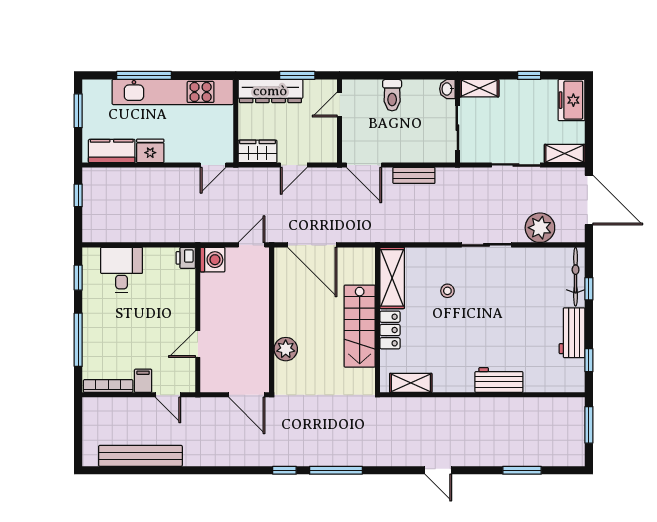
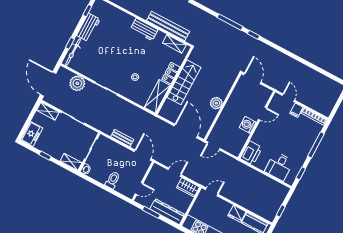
printer: (186, 258) -> (251, 153), width x1.87, depth x1.48
washing machine: (212, 260) -> (248, 125), moved
plant: (286, 349) -> (216, 103), moved
workbench: (499, 380) -> (144, 29), moved
bench: (140, 456) -> (168, 26), moved

